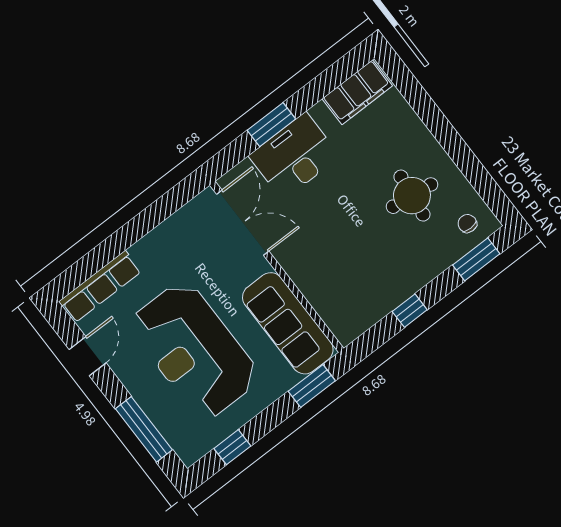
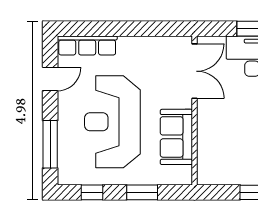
sofa: (288, 323) -> (176, 137), width x0.73
window: (312, 386) -> (142, 192), moved

